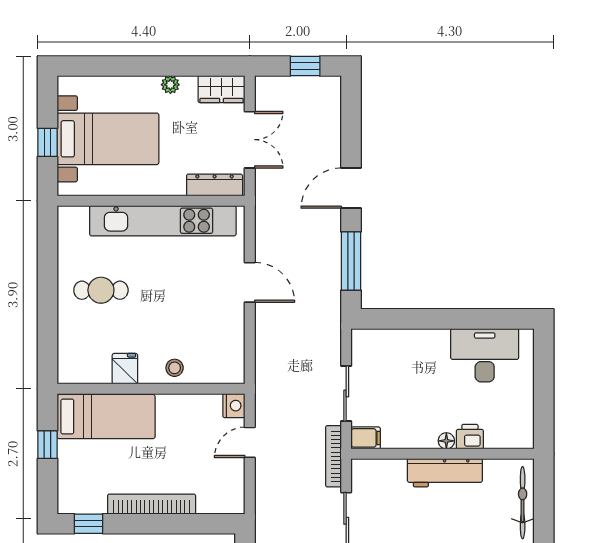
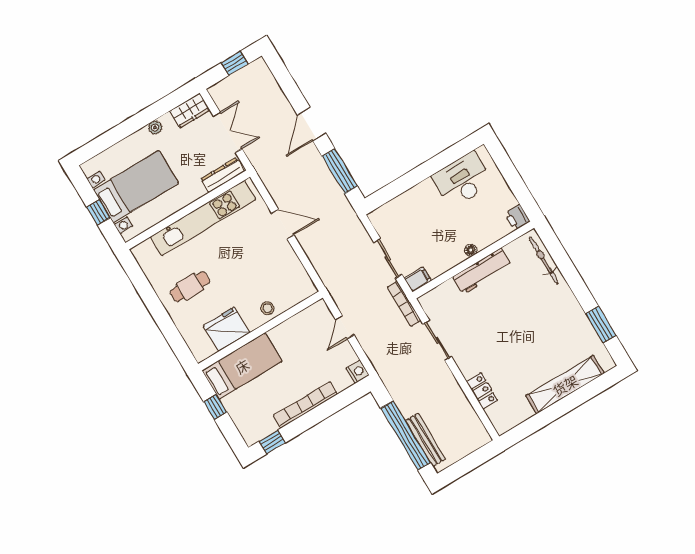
fridge: (125, 369) -> (227, 329), width x1.88, depth x1.34
nightstand: (234, 406) -> (358, 372), moved
printer: (470, 437) -> (517, 217), moved, turned -90

